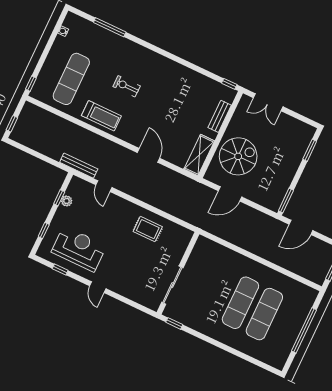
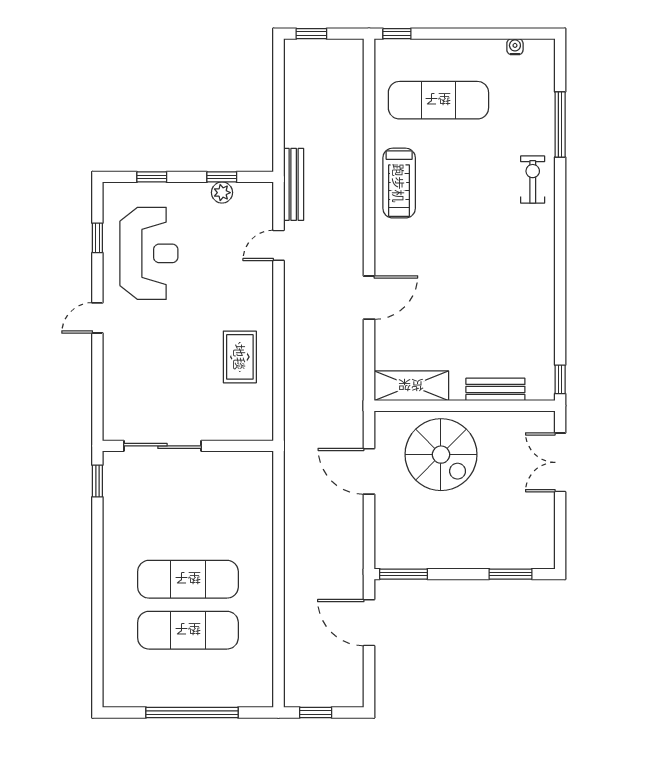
exercise bike: (127, 86) -> (533, 180), moved

